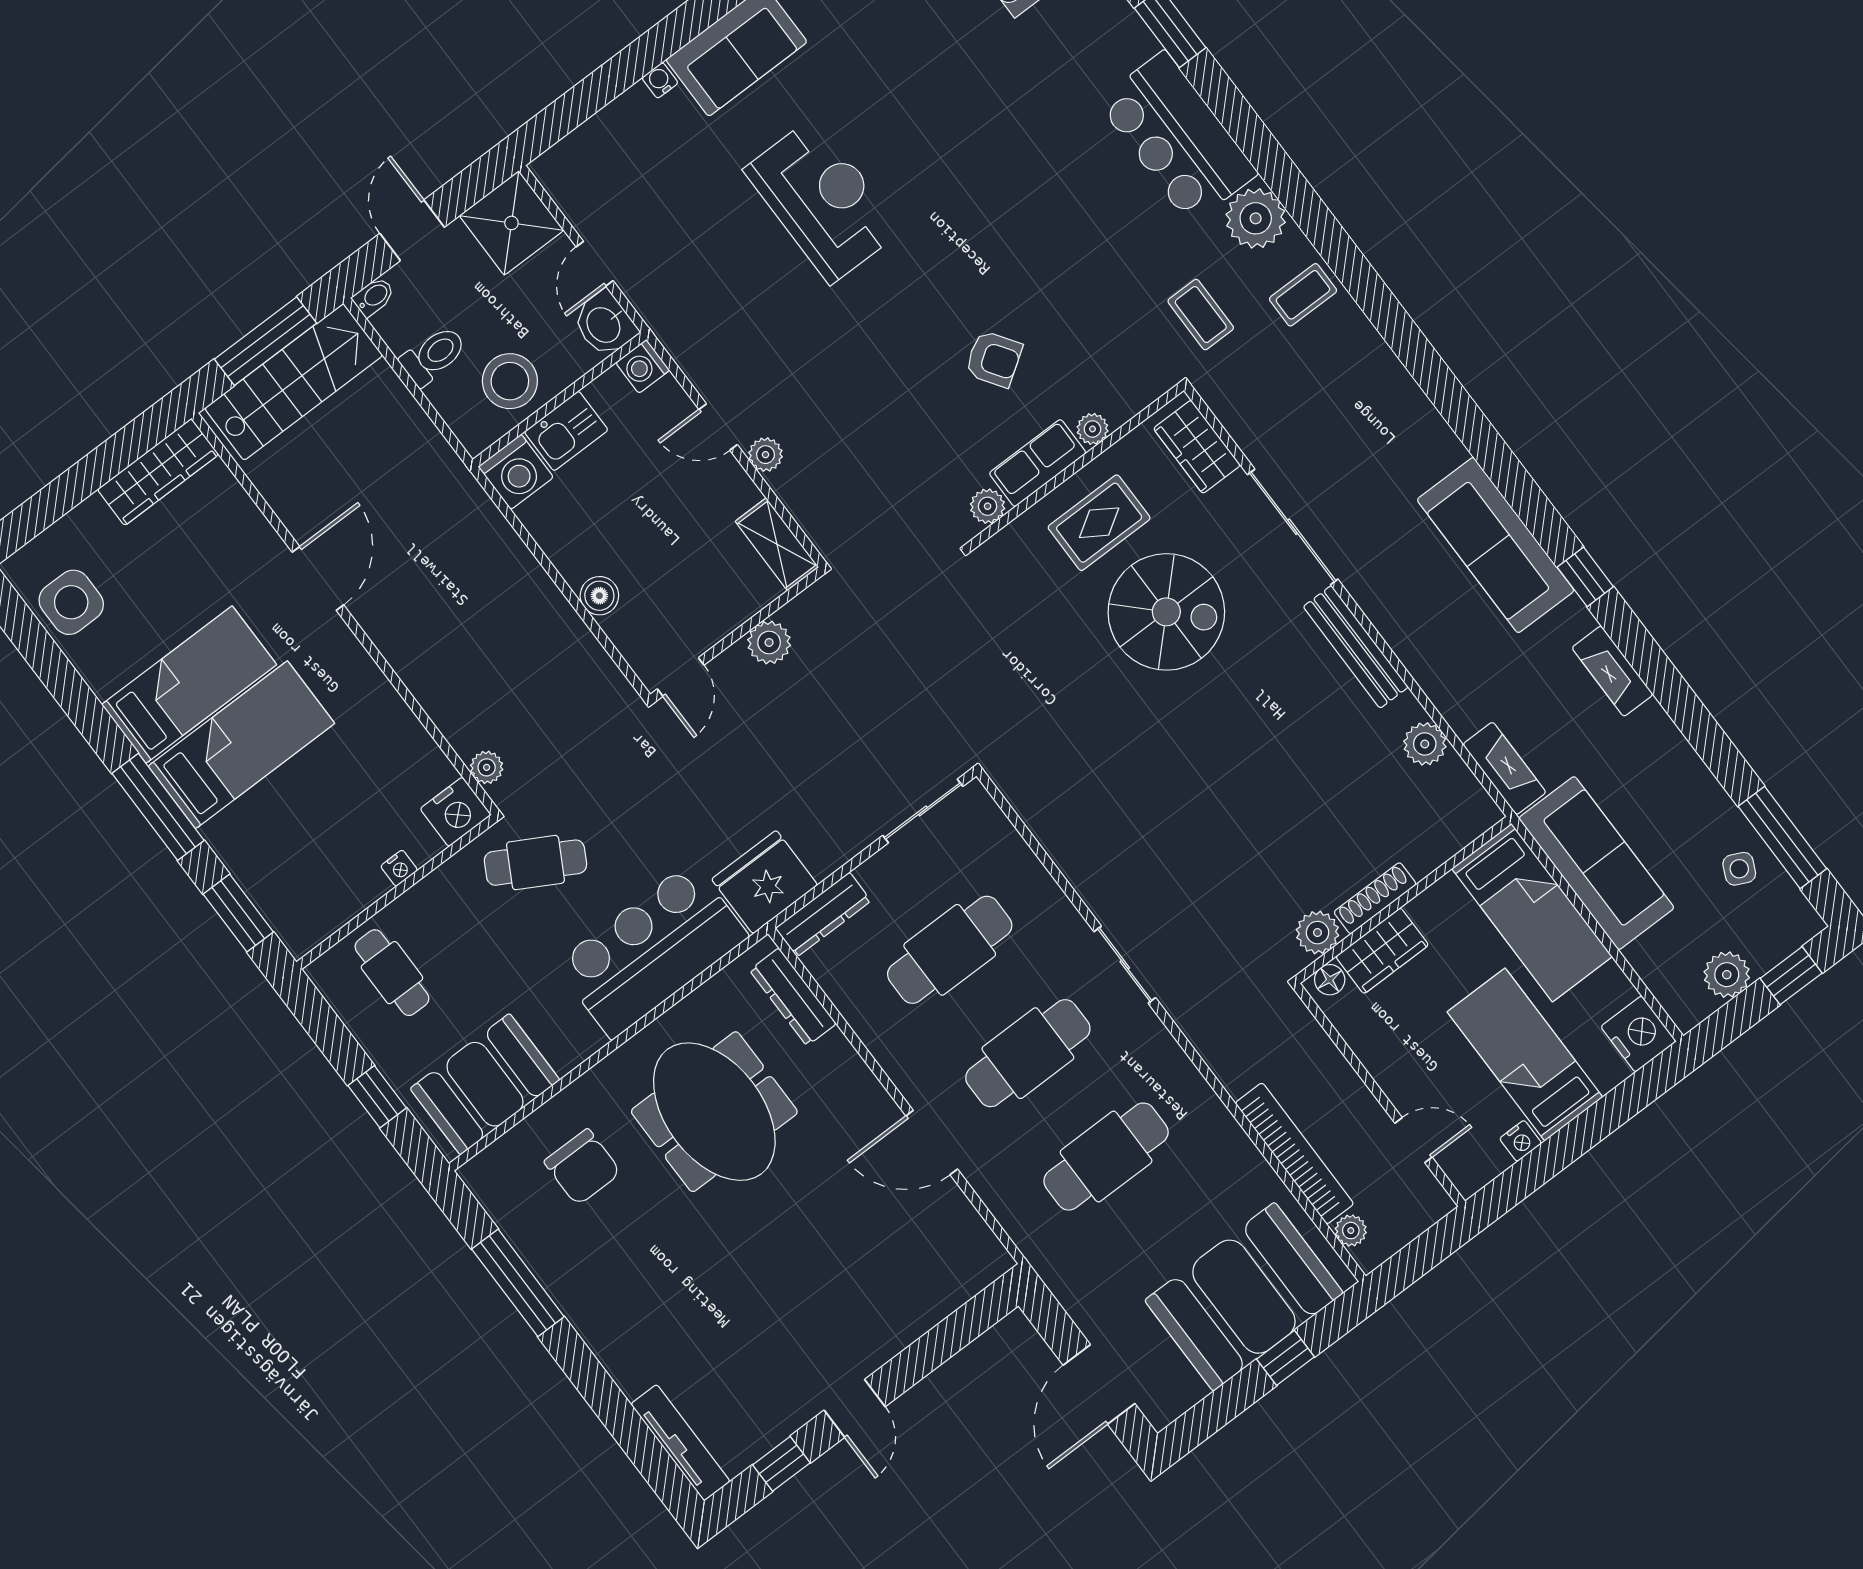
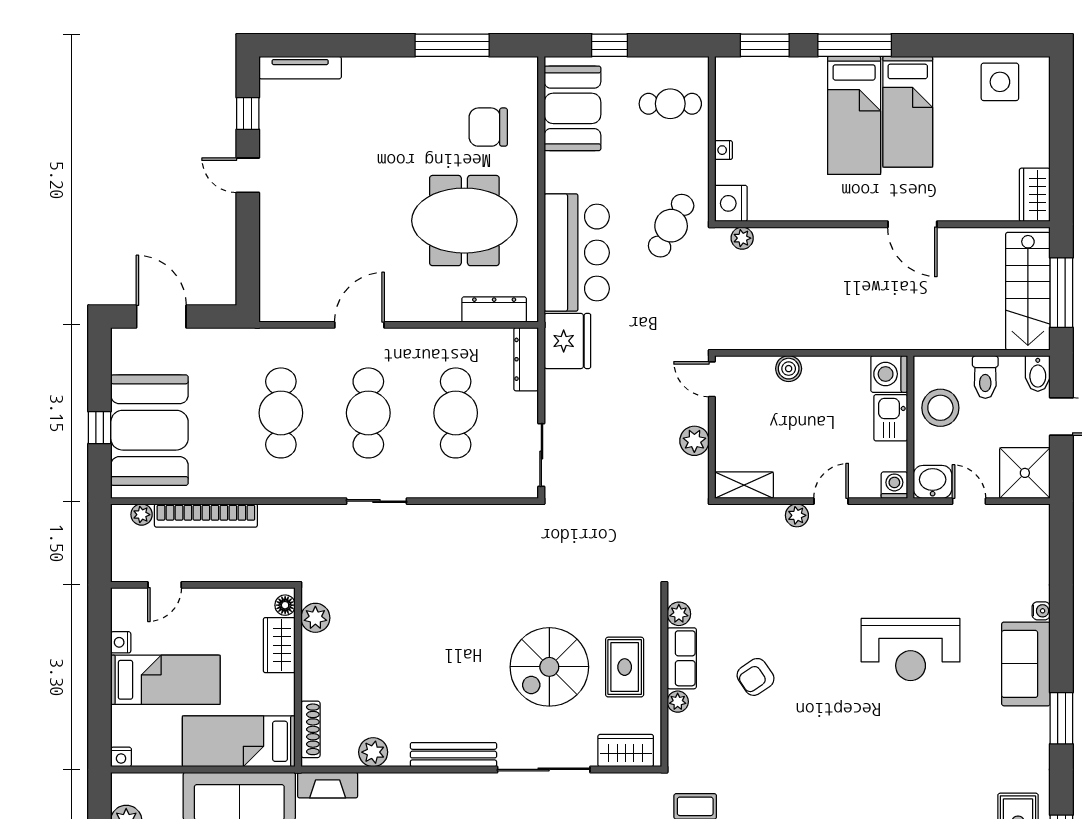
bidet: (374, 297) -> (1038, 374), width x1.38, depth x1.36
wardrobe: (158, 472) -> (1035, 195), width x0.67
shoe rack: (1375, 898) -> (310, 729), moved
nightstand: (1638, 1034) -> (121, 757), width x0.53, depth x0.56

